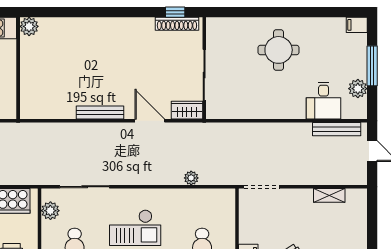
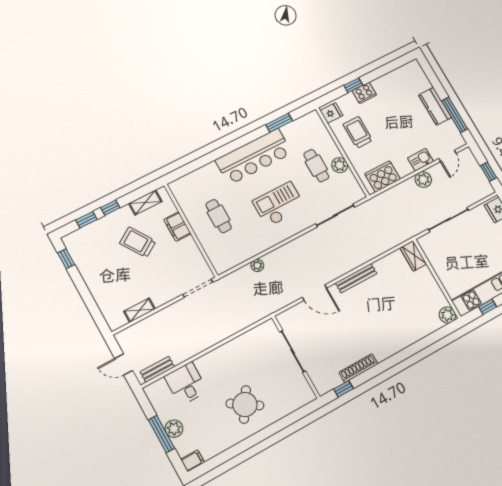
shoe rack: (177, 24) -> (358, 368), moved
round table: (279, 50) -> (245, 404), turned 33
plant: (358, 89) -> (174, 429), moved
wardrobe: (187, 110) -> (413, 256), moved, turned 90
bench: (337, 129) -> (157, 369), width x0.73
plant: (50, 211) -> (340, 165), moved

